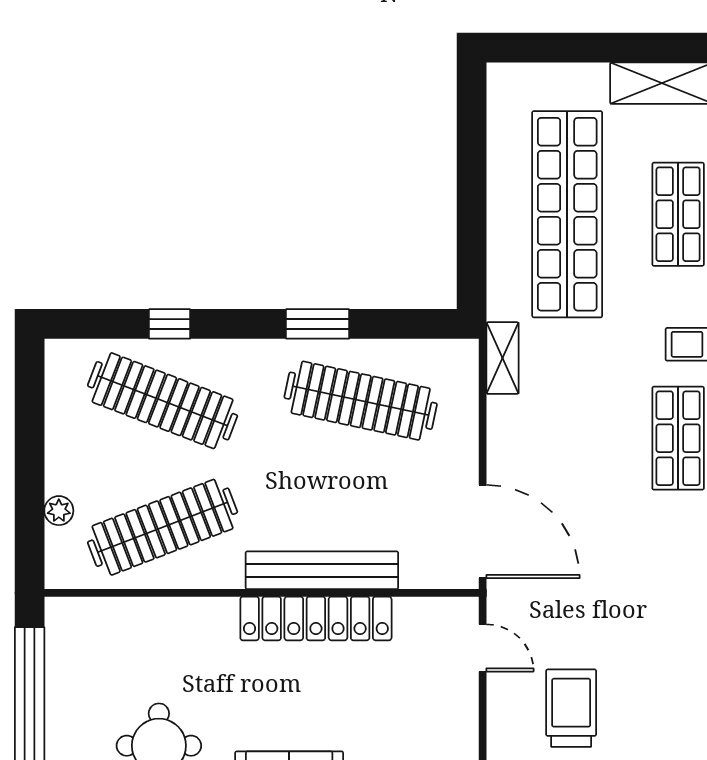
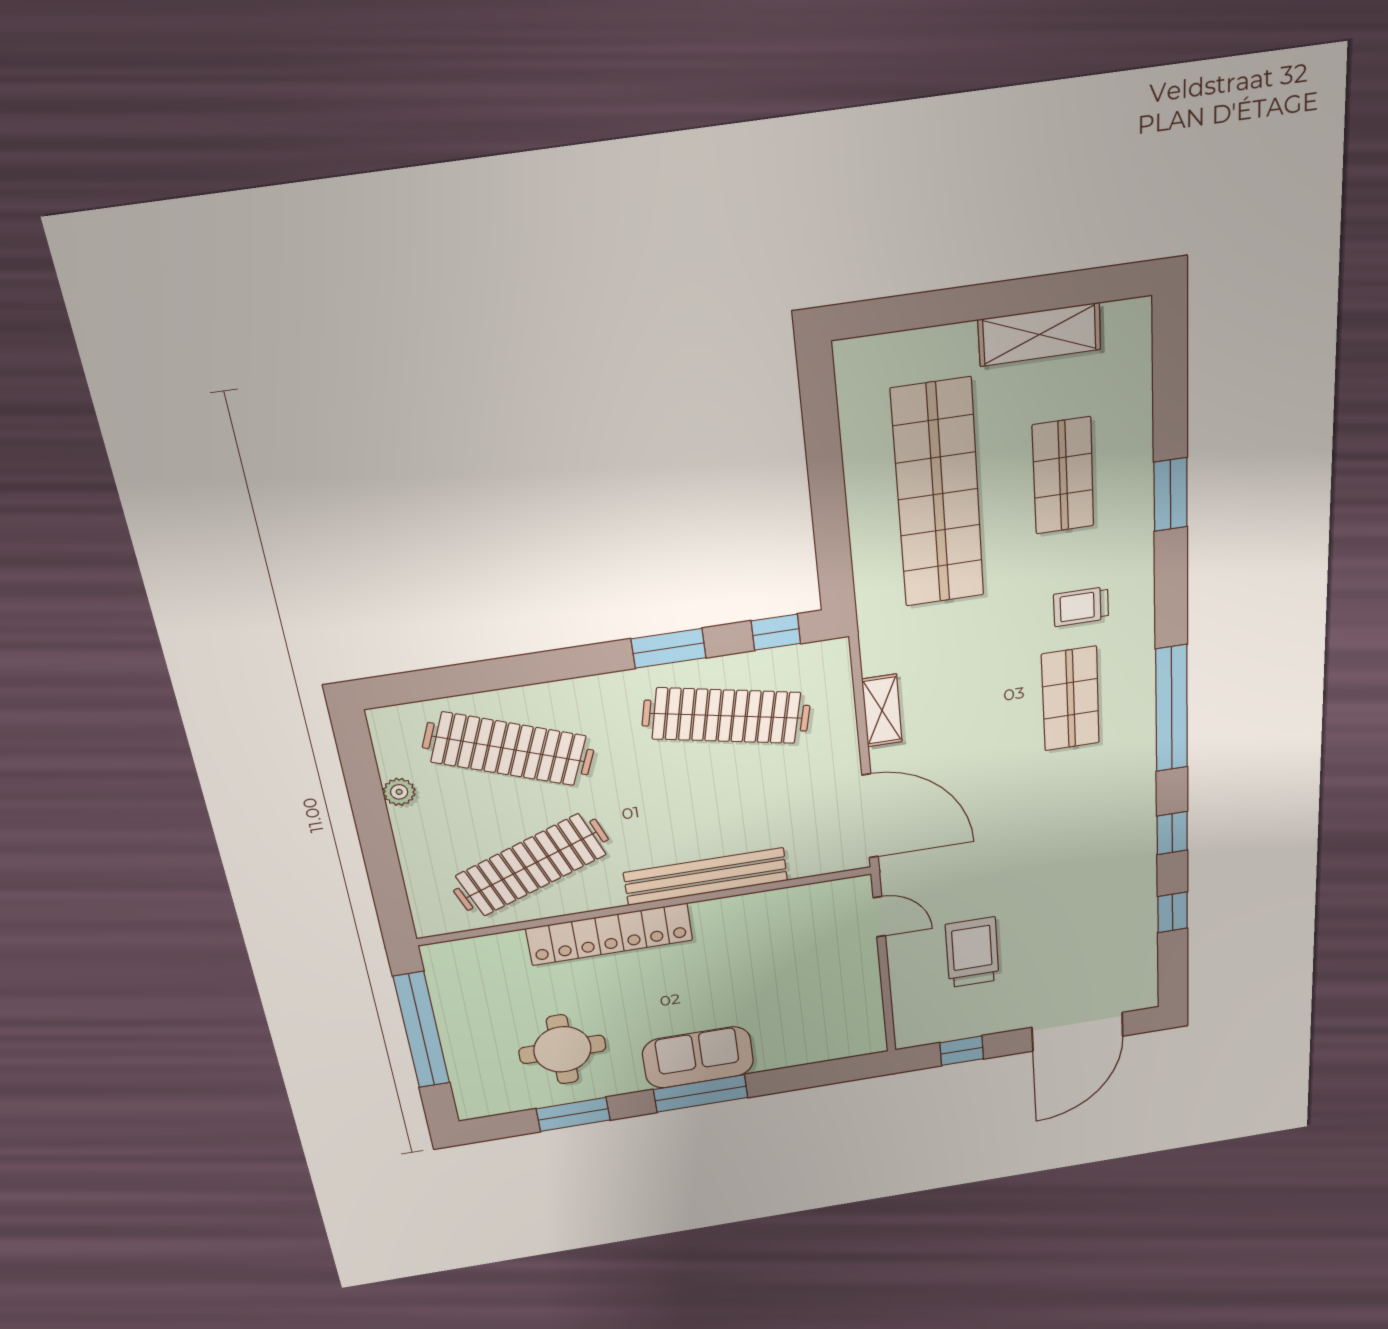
window: (170, 324) -> (776, 632), moved
shelving: (502, 358) -> (882, 711), moved
plant: (59, 511) -> (399, 792), moved
locker: (316, 618) -> (609, 934), moved

